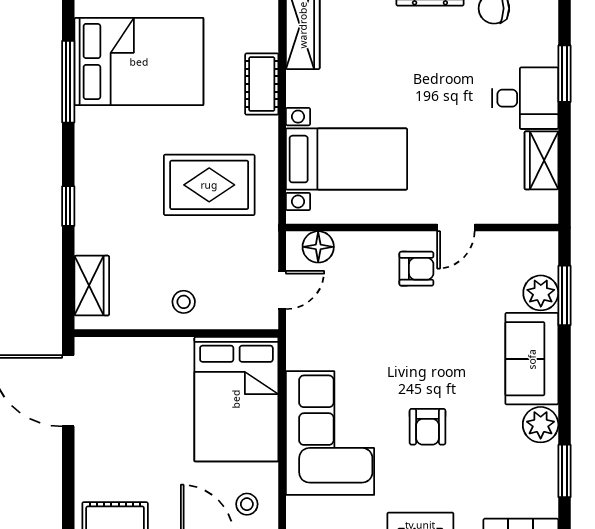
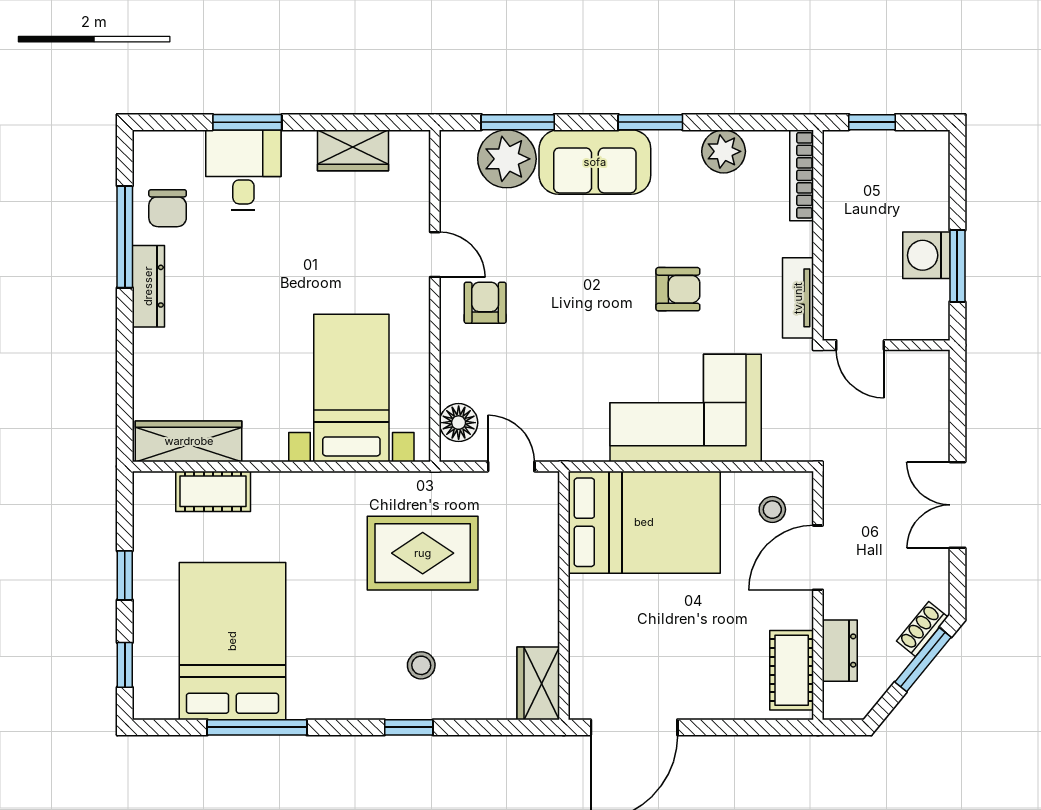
cot: (262, 84) -> (213, 491), moved
desk: (525, 98) -> (243, 170), moved
rug: (209, 185) -> (423, 553), moved, turned 90
wardrobe: (92, 286) -> (538, 683), moved, turned -90
plant: (541, 293) -> (507, 159), width x1.36, depth x1.36
stool: (184, 302) -> (421, 665), moved
plant: (541, 425) -> (724, 151), moved
window: (564, 471) -> (650, 122), moved

